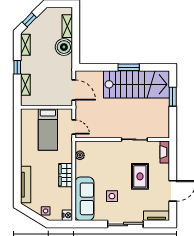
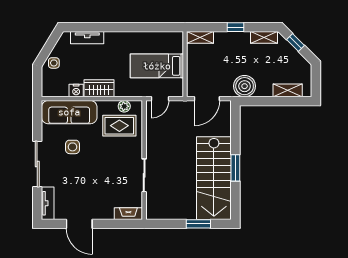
boiler: (64, 47) -> (245, 86), moved
shelving: (25, 85) -> (200, 37), moved
rug: (140, 176) -> (119, 126), moved
tv unit: (26, 185) -> (87, 38), width x0.71
nightstand: (67, 215) -> (76, 91), moved

